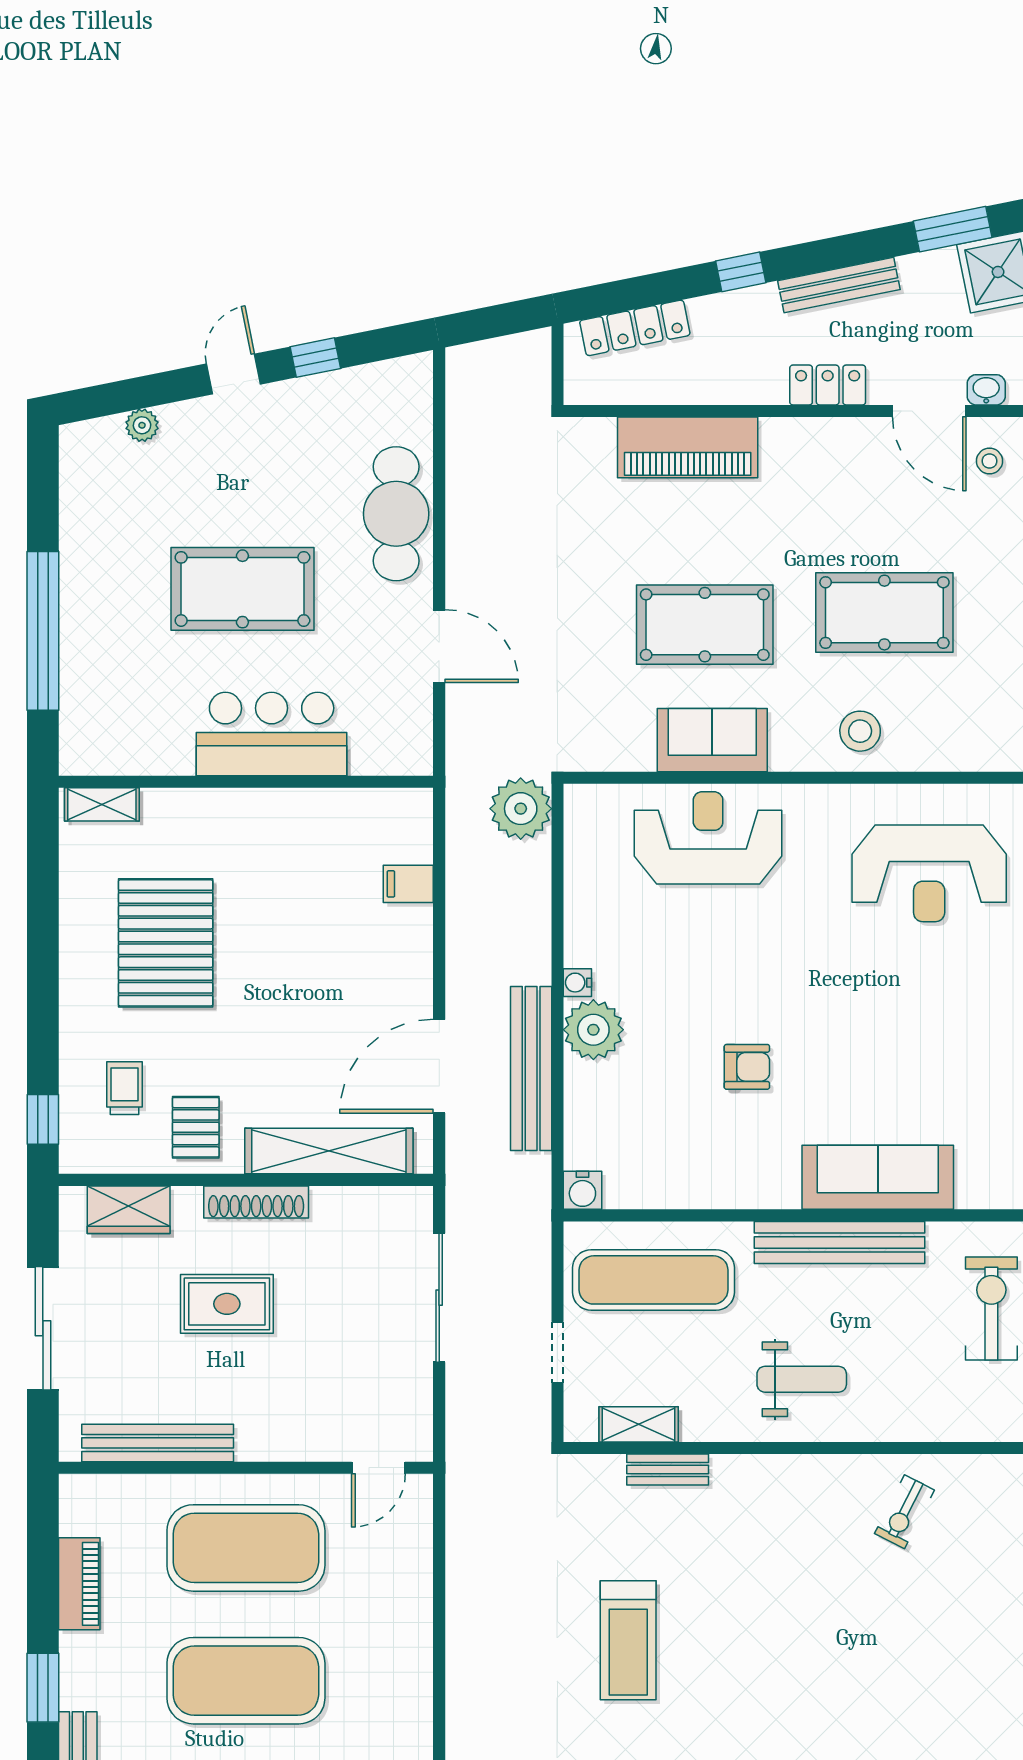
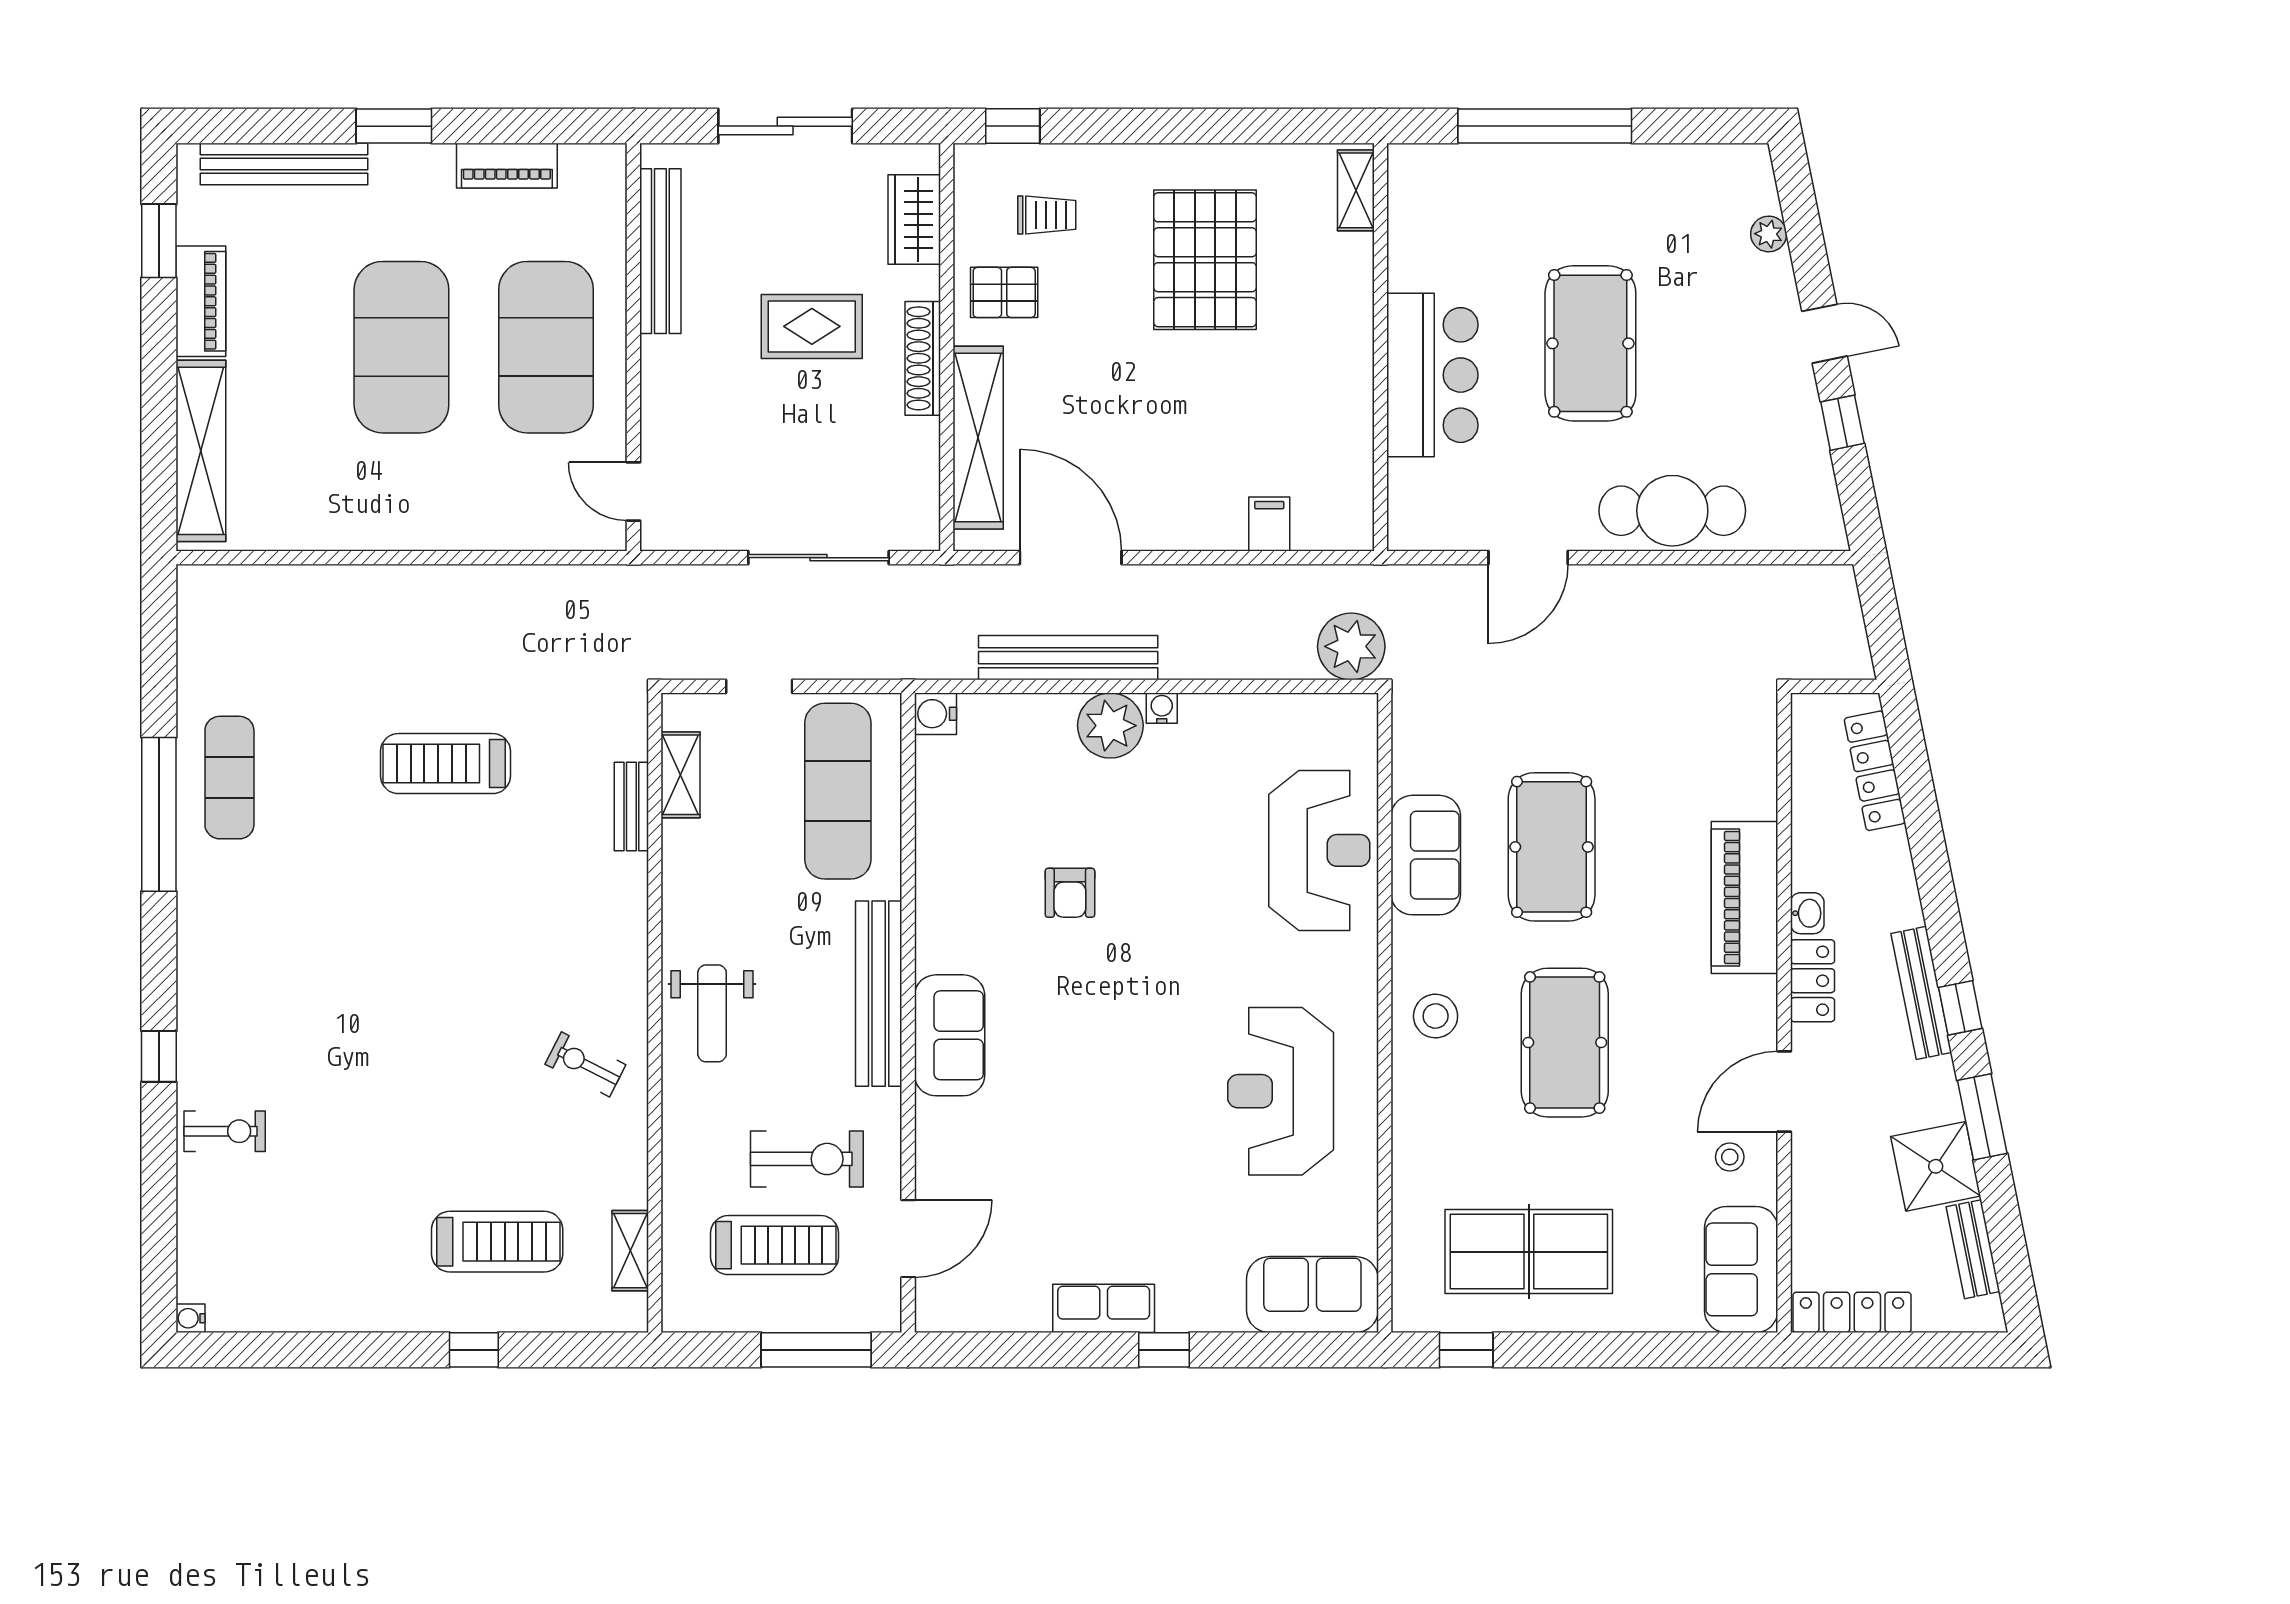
window: (741, 272) -> (1960, 1008), moved
washbasin: (986, 390) -> (1807, 913), moved
piano: (688, 447) -> (1745, 897), moved
pallet: (166, 943) -> (1205, 260), turned 90
sofa: (878, 1177) -> (950, 1035), width x0.73
rug: (227, 1304) -> (812, 326), turned 90
weight bench: (802, 1379) -> (712, 1013), moved

